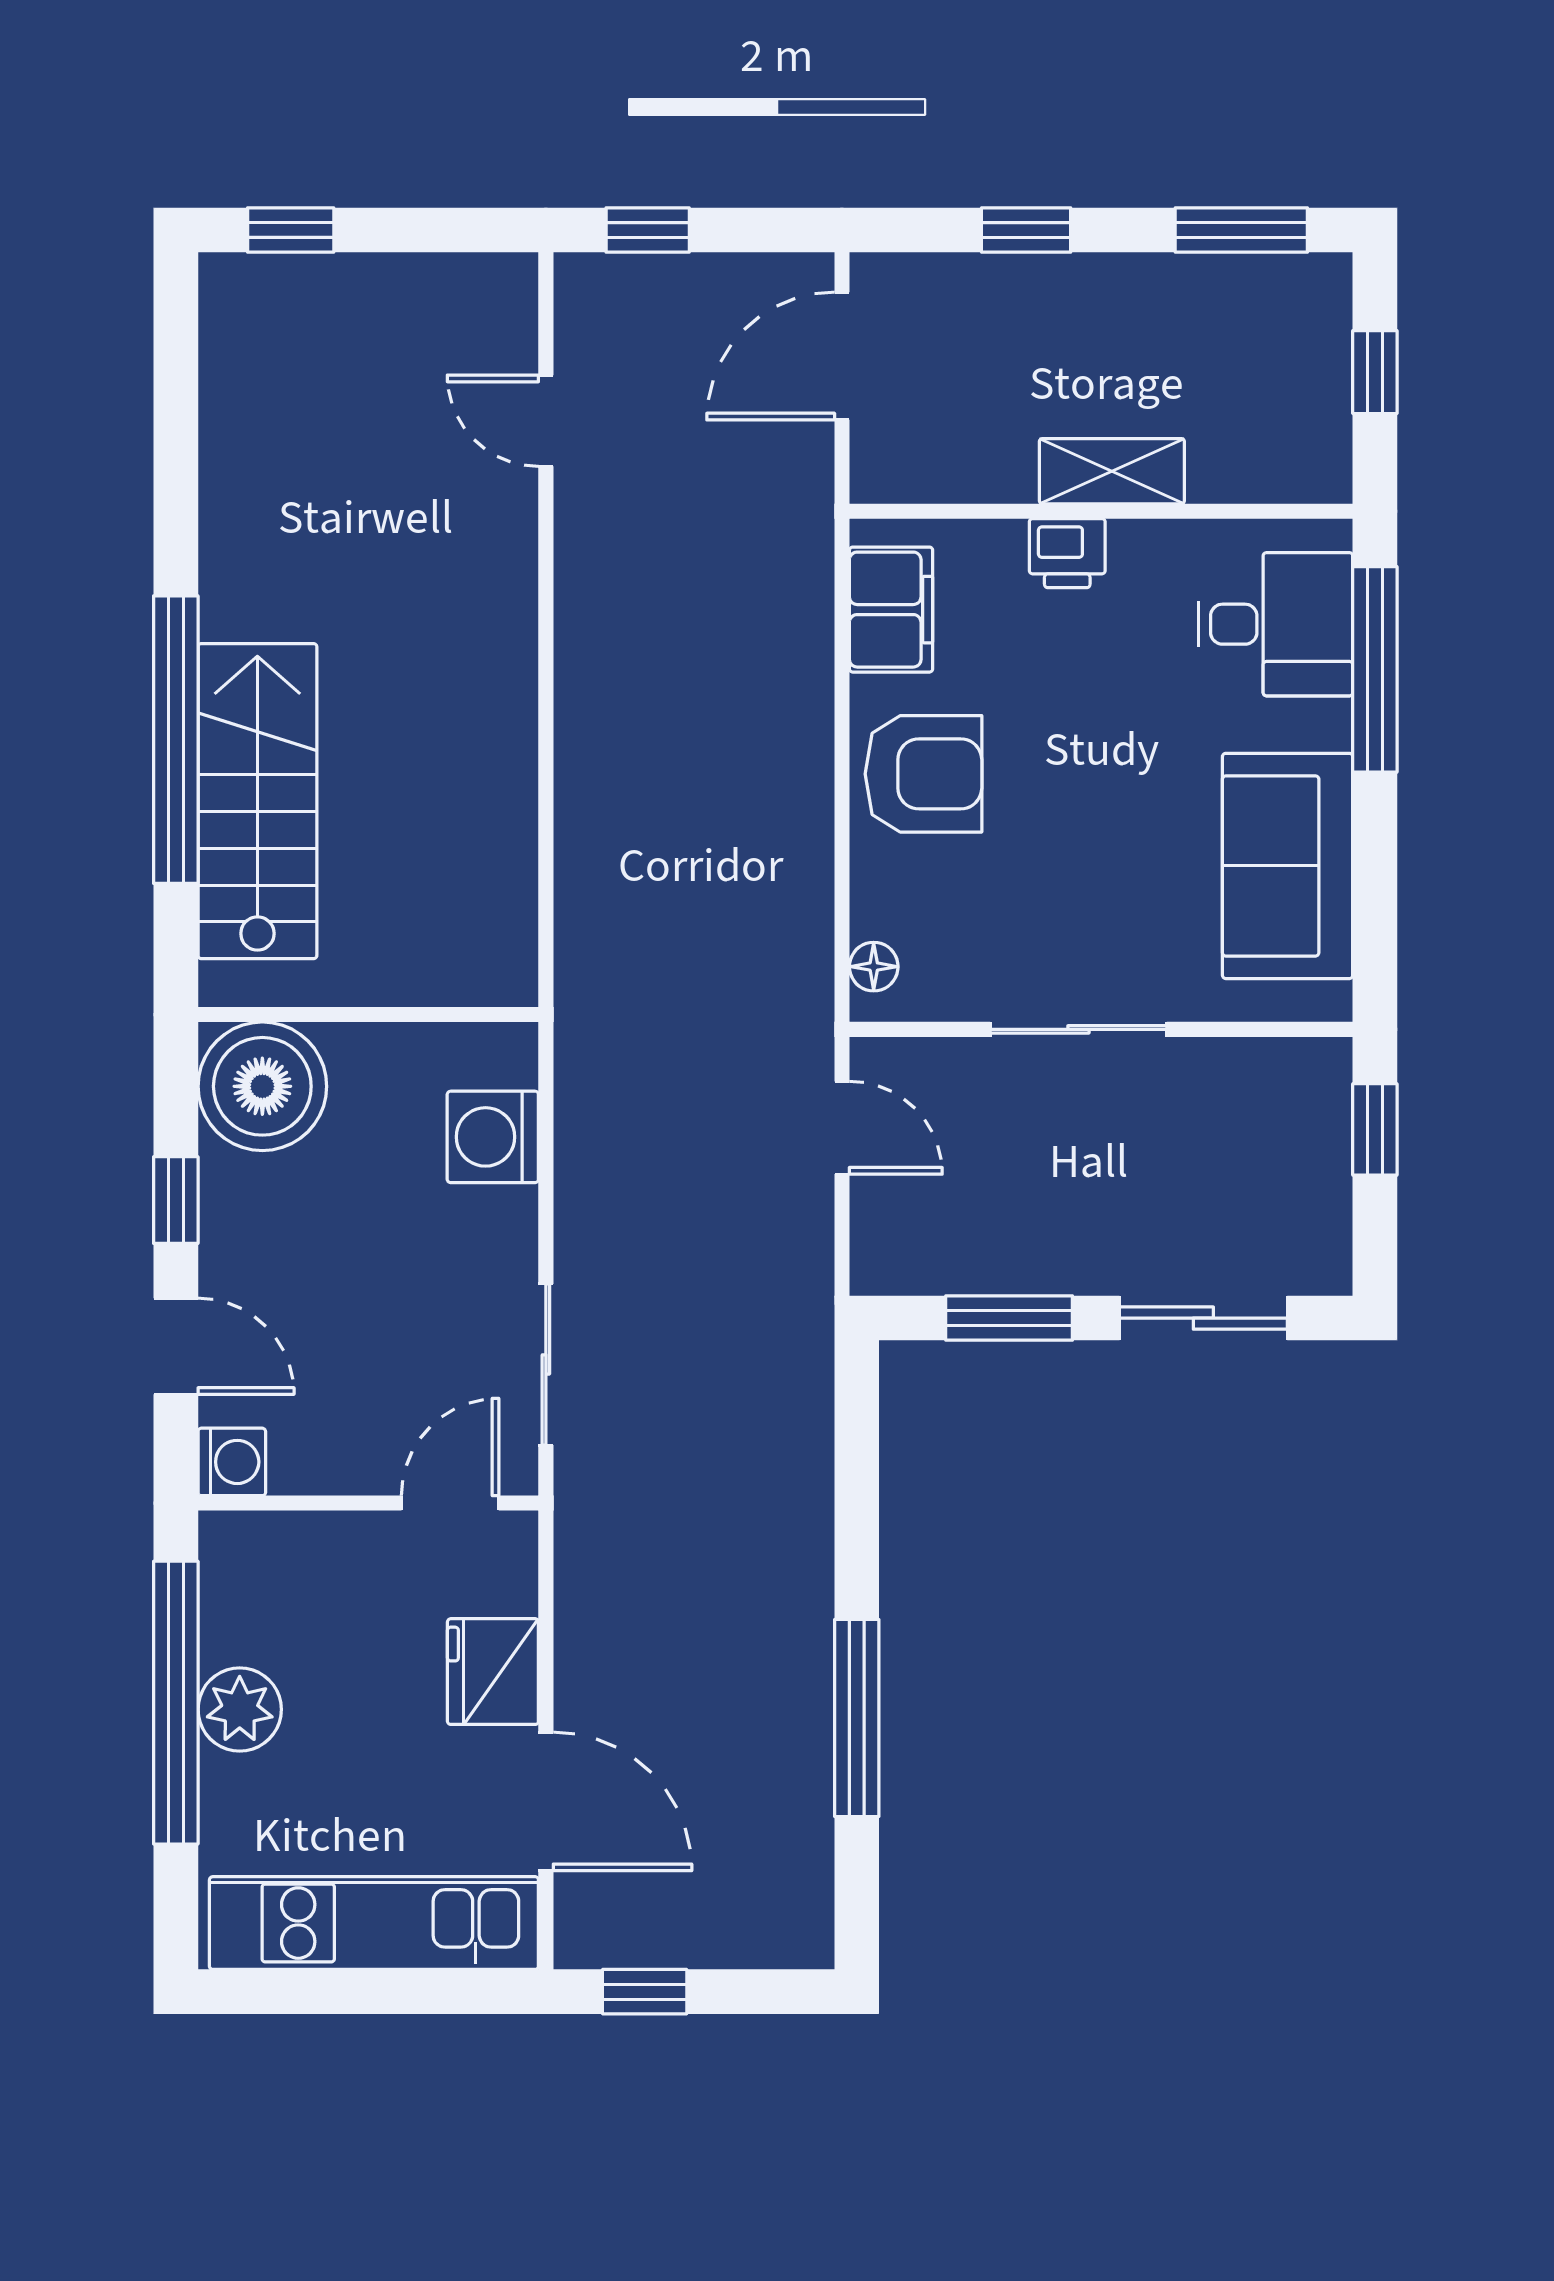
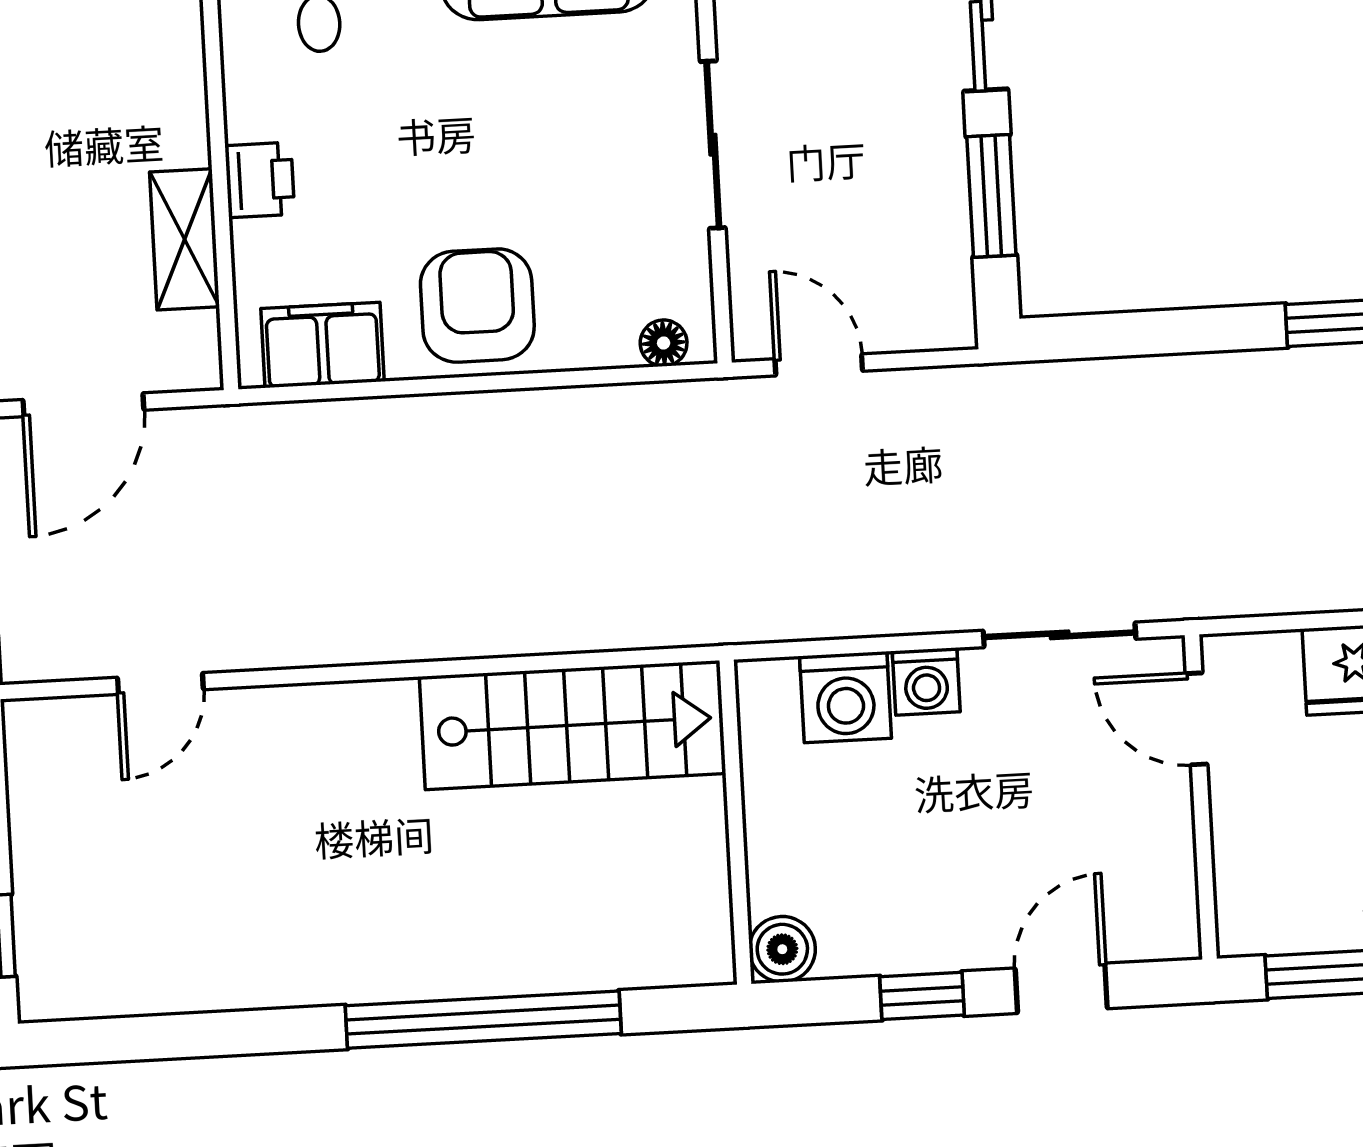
door: (842, 356) -> (83, 405), hinge flipped
shelving: (1112, 471) -> (185, 239), moved
stairs: (257, 801) -> (572, 725), moved, turned 180
boiler: (262, 1086) -> (782, 949), width x0.54, depth x0.54
door: (842, 1128) -> (819, 365), hinge flipped
washing machine: (232, 1462) -> (926, 681), moved, turned 180

